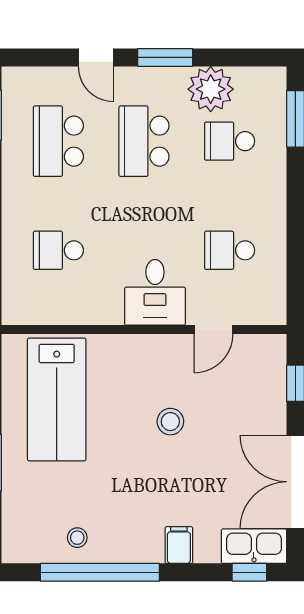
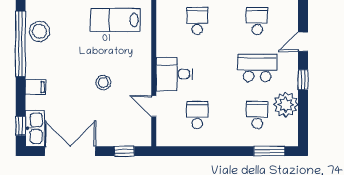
window: (165, 57) -> (303, 80), width x0.67
school desk: (58, 141) -> (257, 21), width x0.54
lab bench: (57, 399) -> (115, 20), width x0.73, depth x0.72
stool: (77, 538) -> (40, 31), width x1.89, depth x1.89

